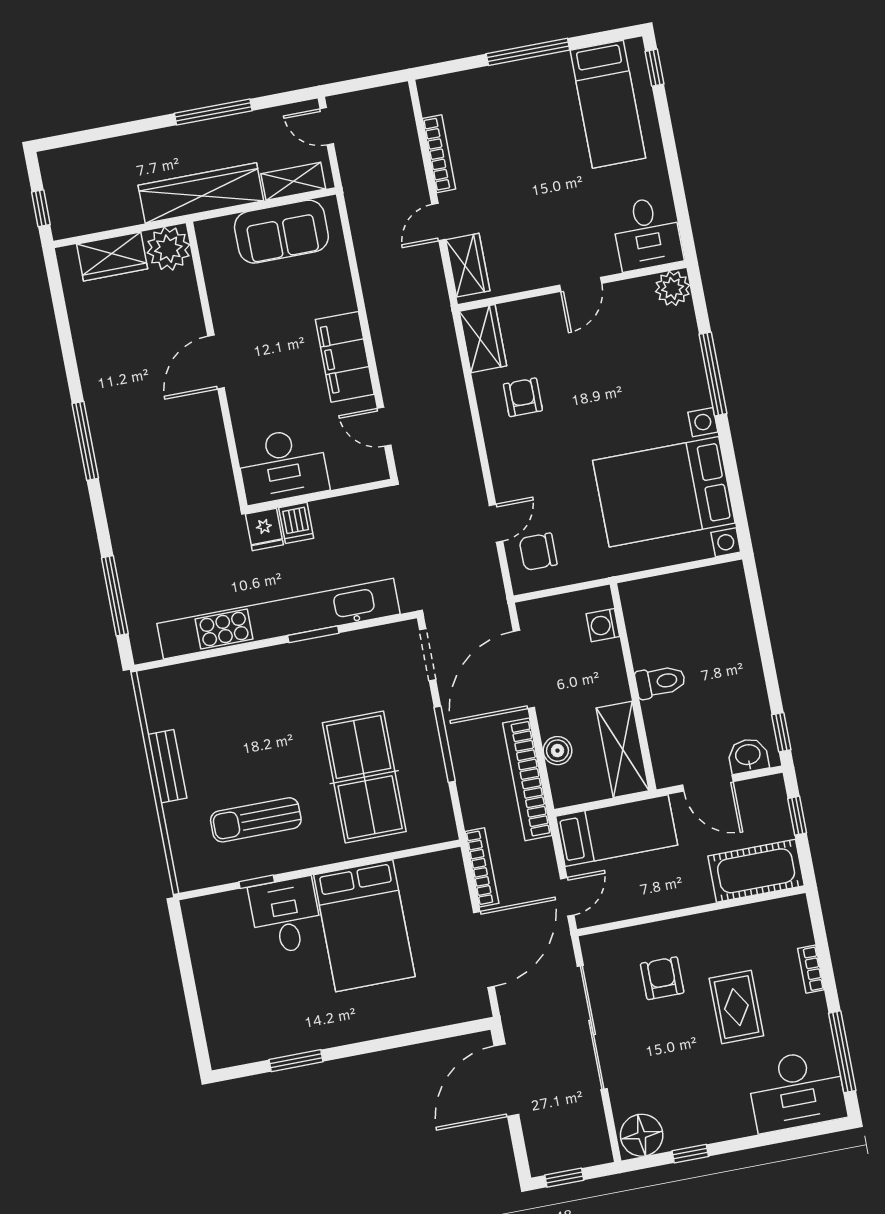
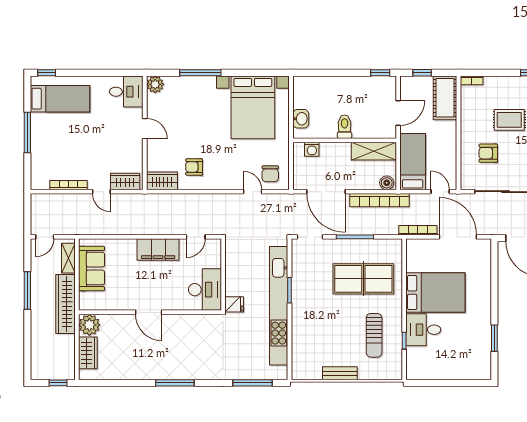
dishwasher: (296, 523) -> (234, 288), removed
boiler: (558, 751) -> (387, 183), moved
washbasin: (748, 756) -> (301, 119), moved, turned 180
bookcase: (811, 969) -> (472, 80), moved

